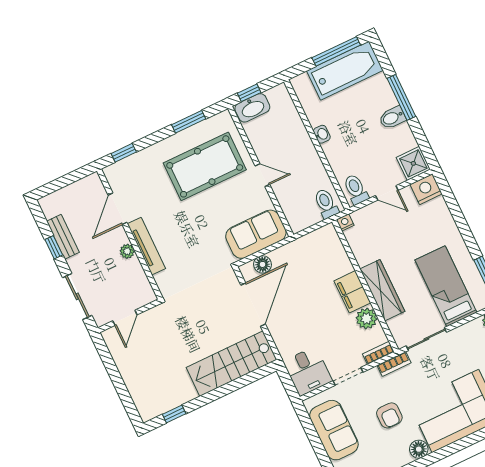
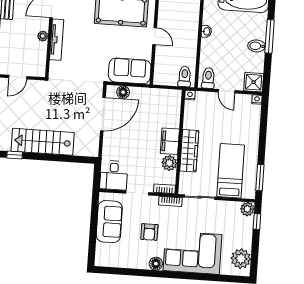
nightstand: (426, 189) -> (257, 100), width x0.53, depth x0.56
stairs: (231, 364) -> (43, 142), moved

